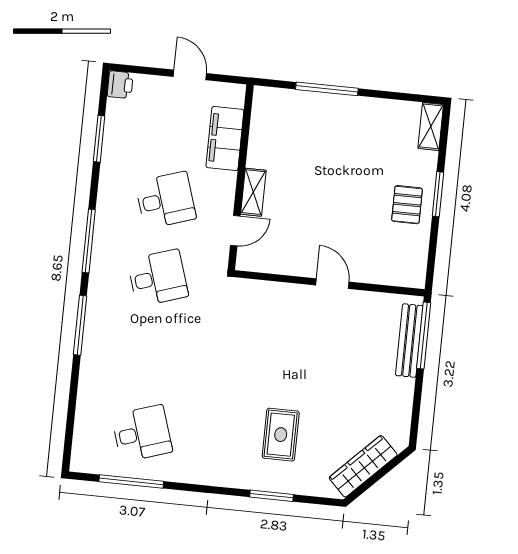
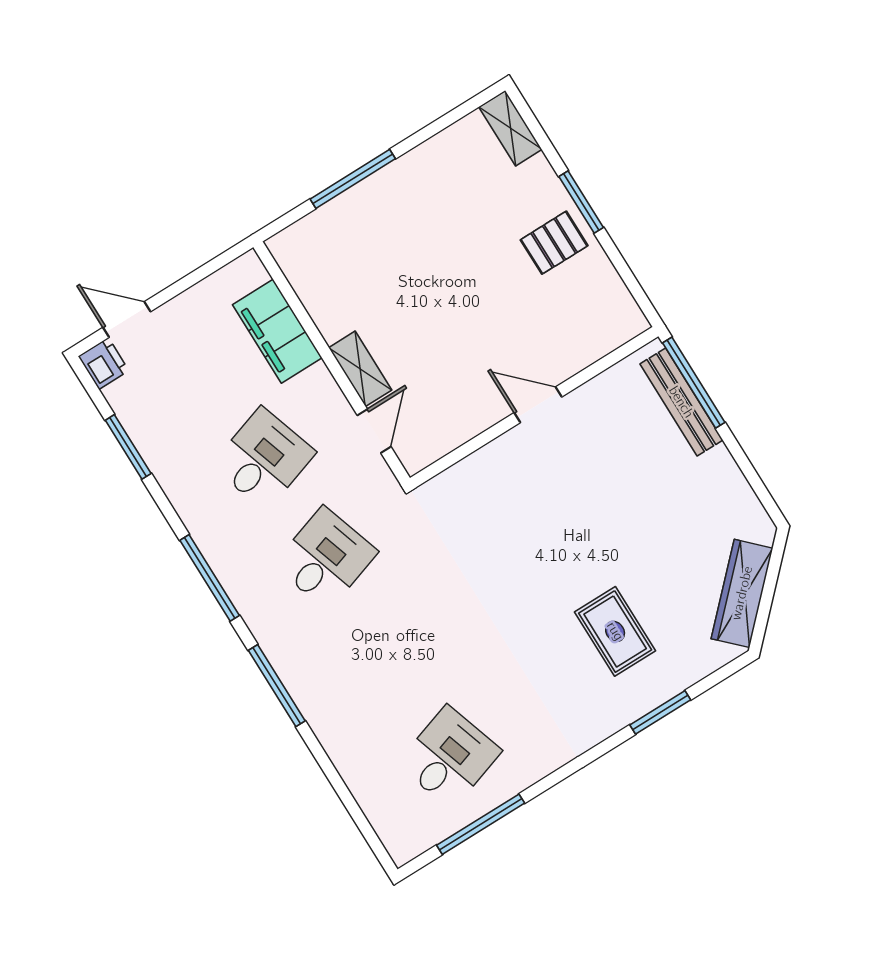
door: (190, 75) -> (127, 320), moved
pallet: (407, 205) -> (554, 243), turned 90

